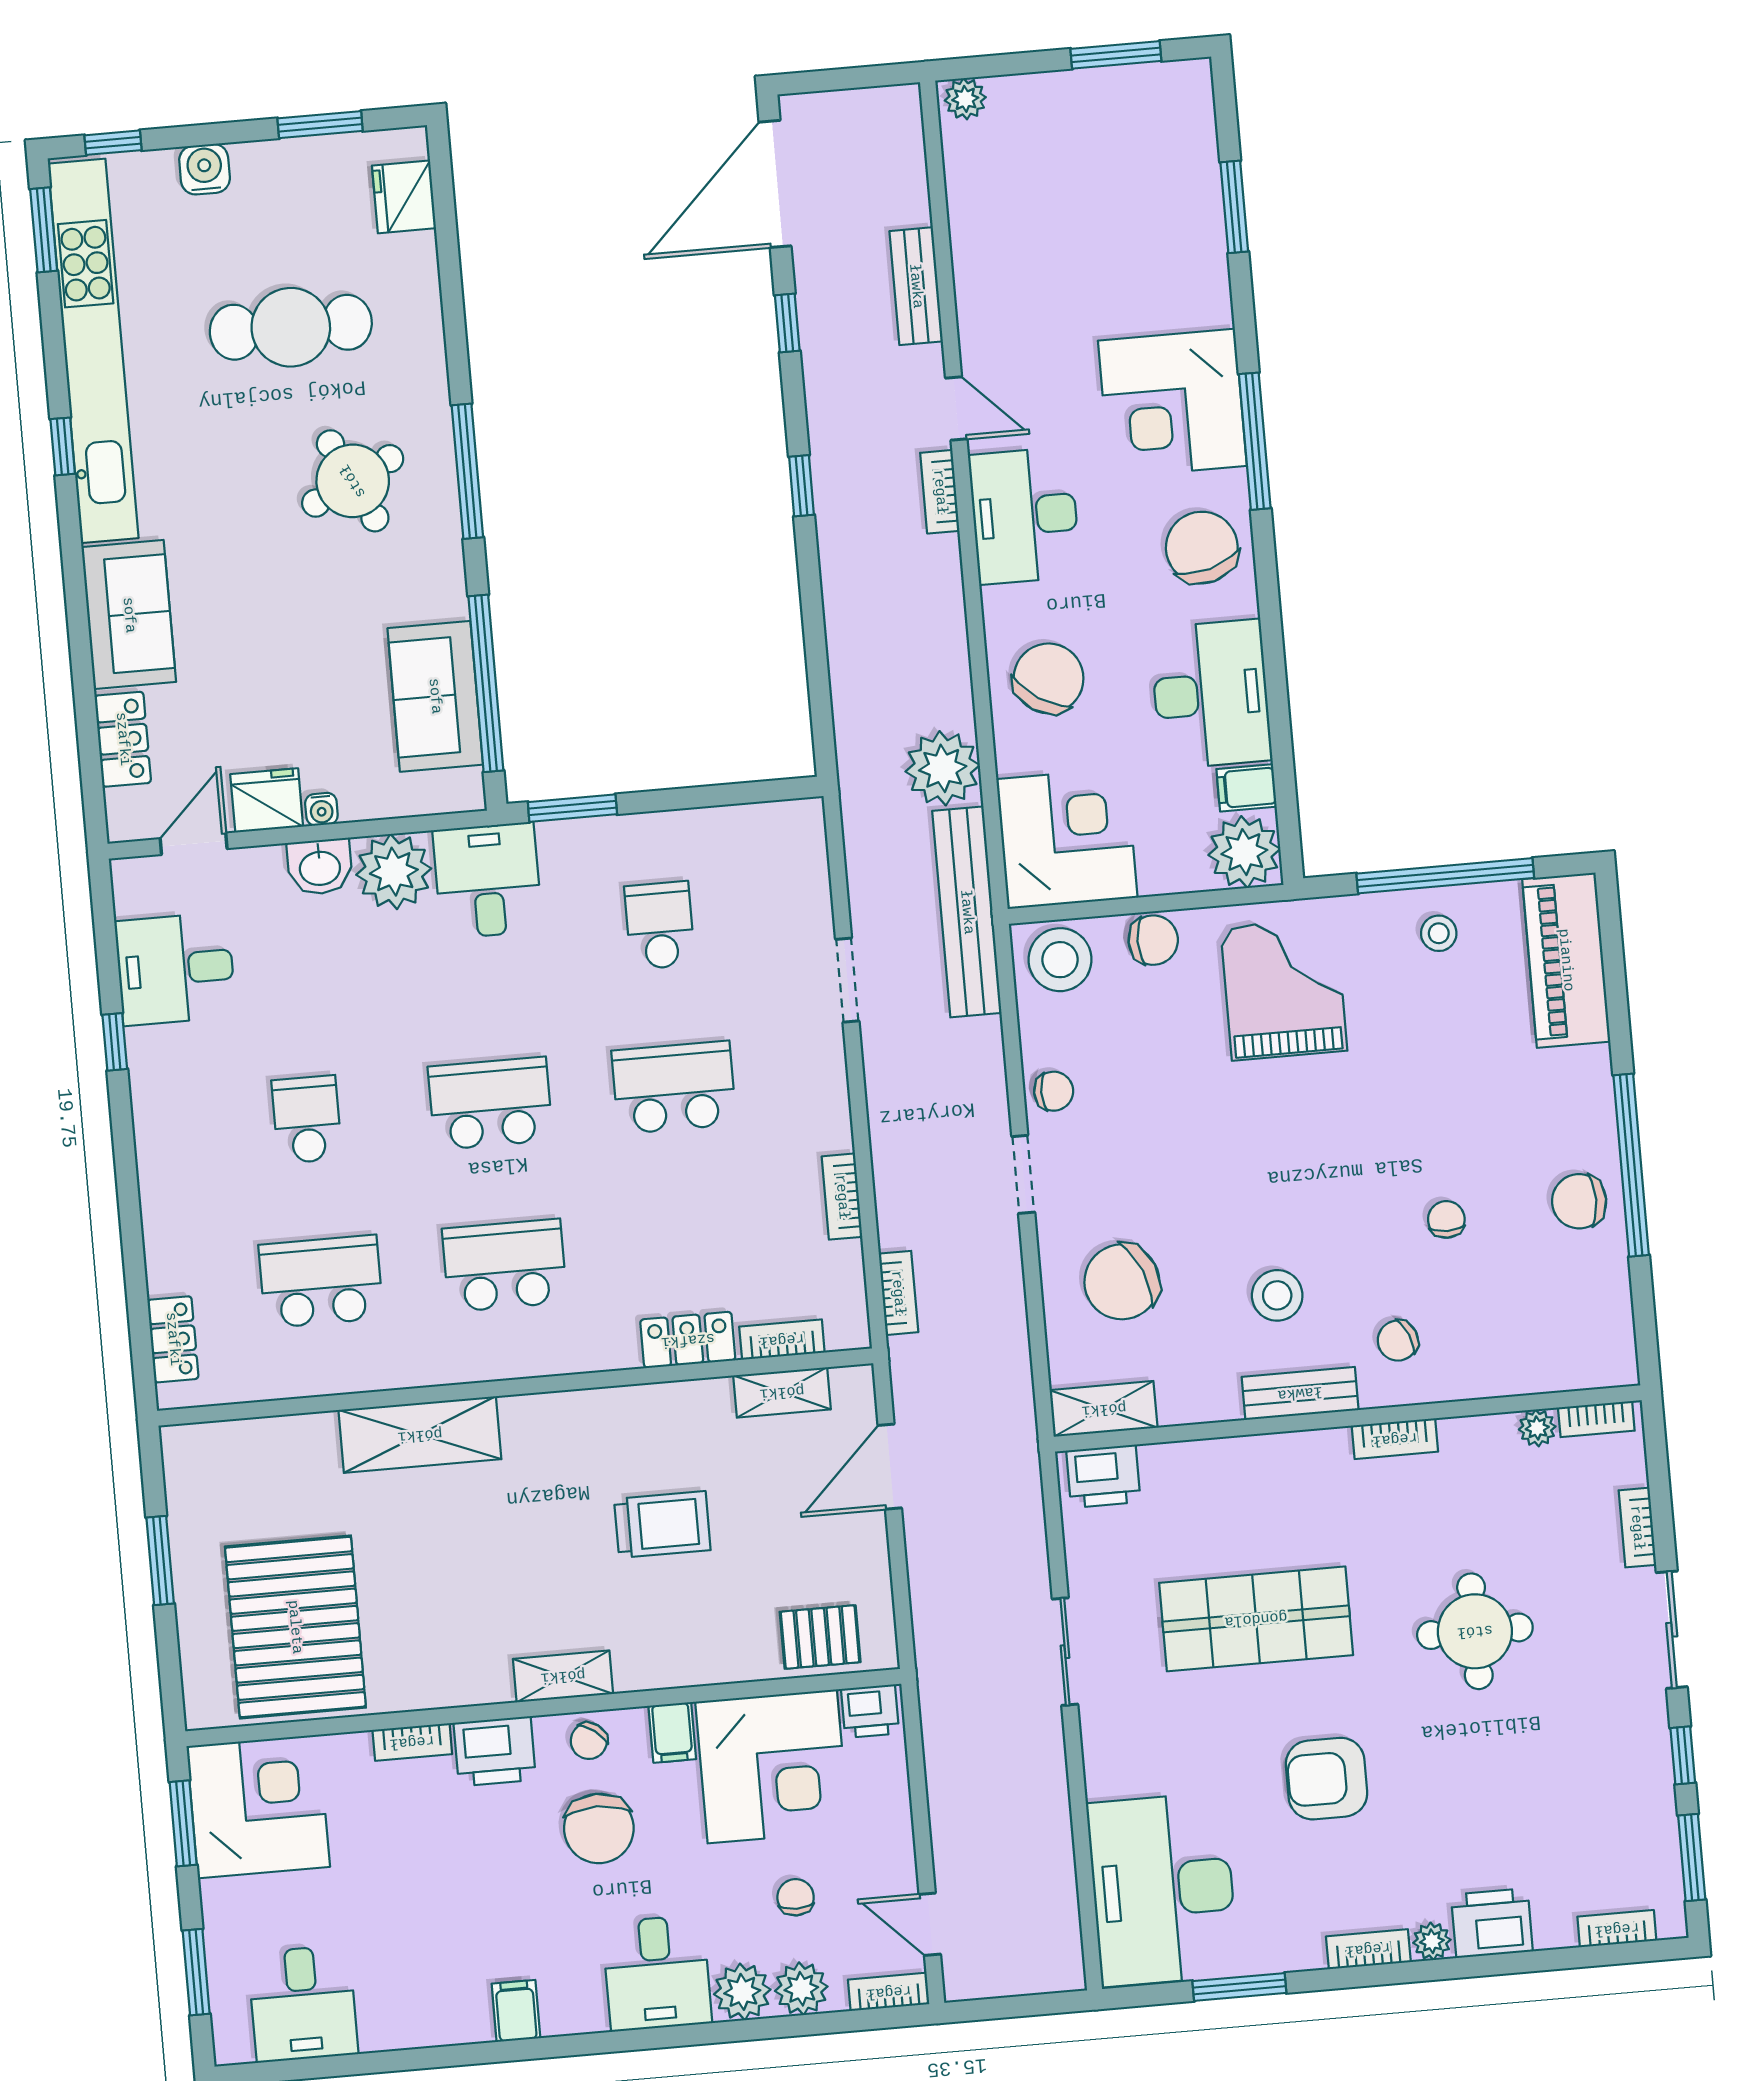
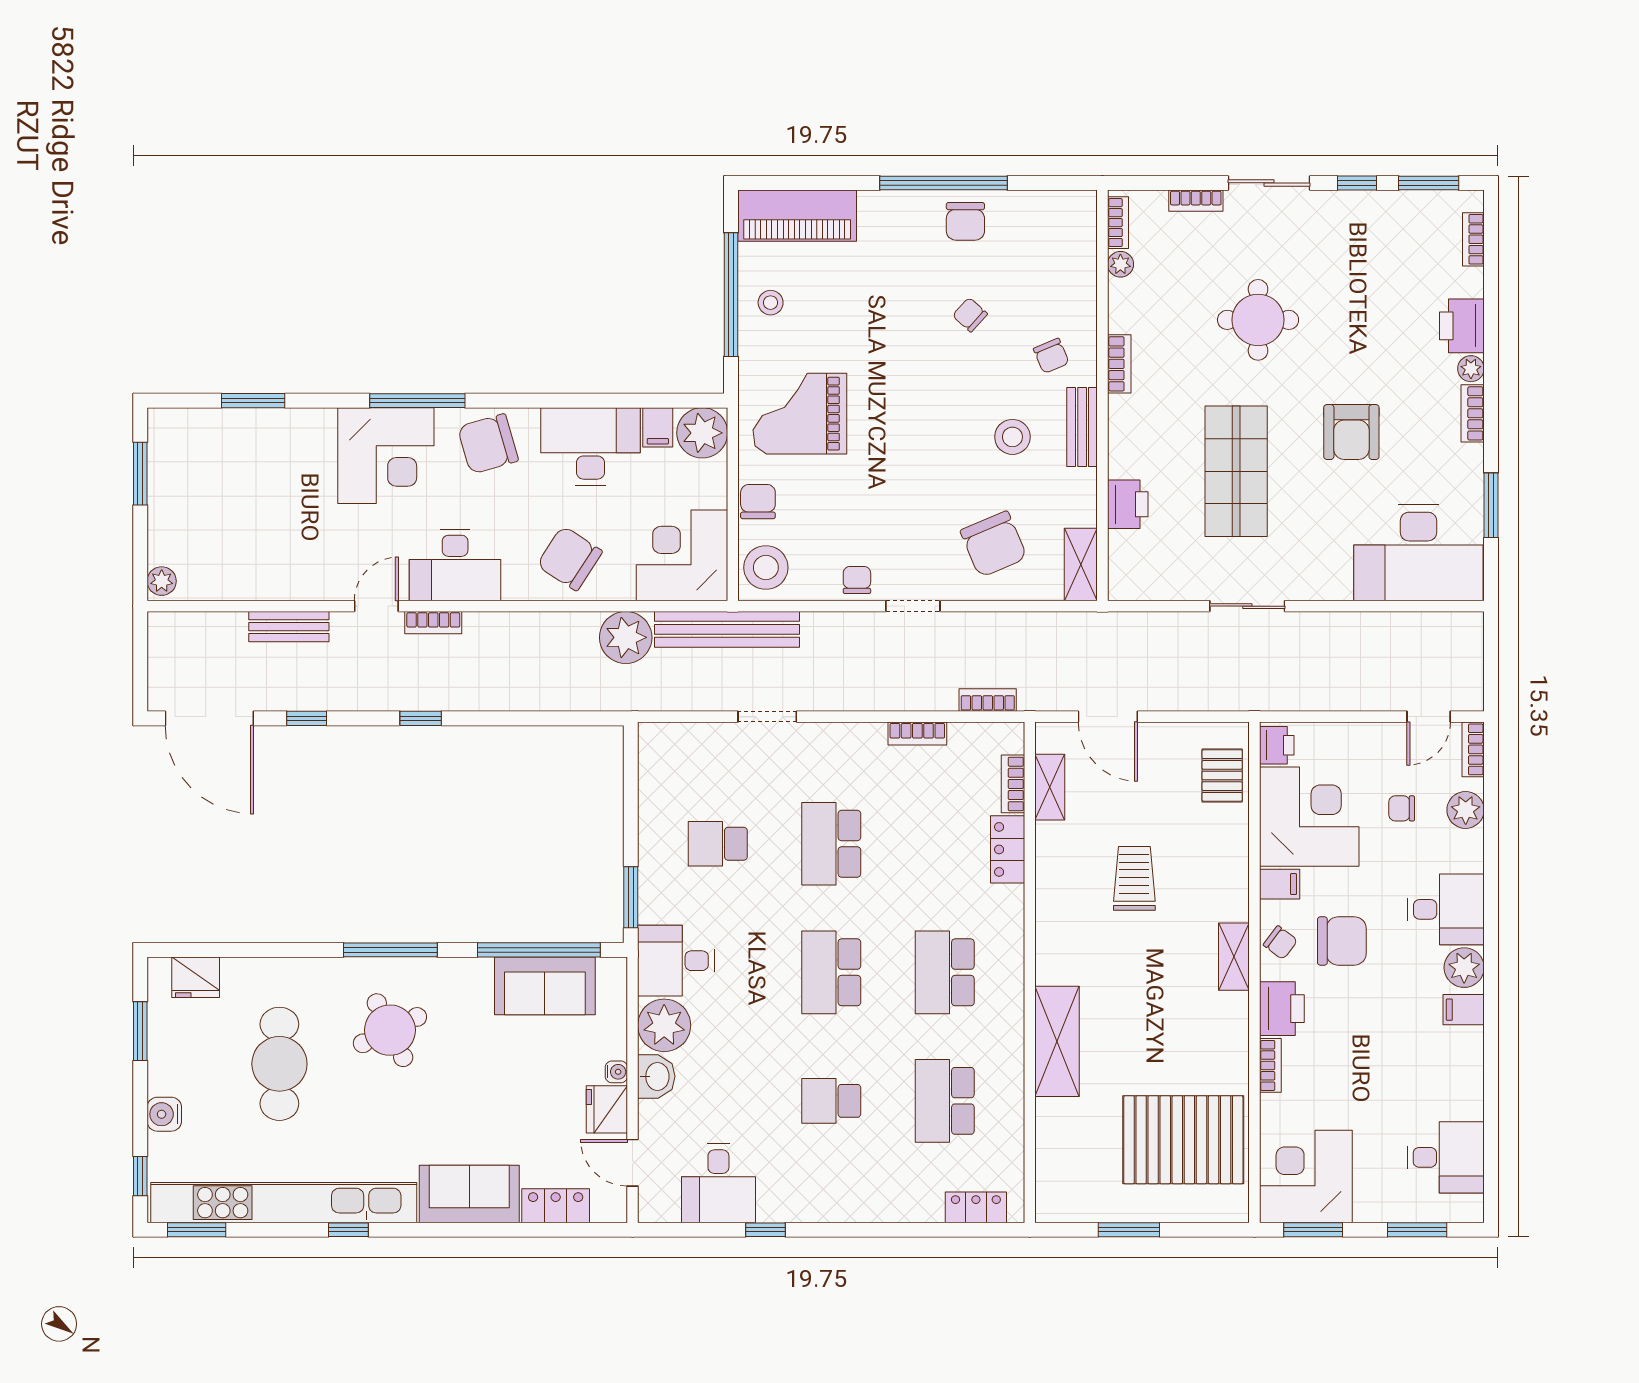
chair: (1446, 1219) -> (970, 315), turned 42
printer: (1103, 1476) -> (1128, 504), moved
plant: (742, 1992) -> (1464, 968), moved

